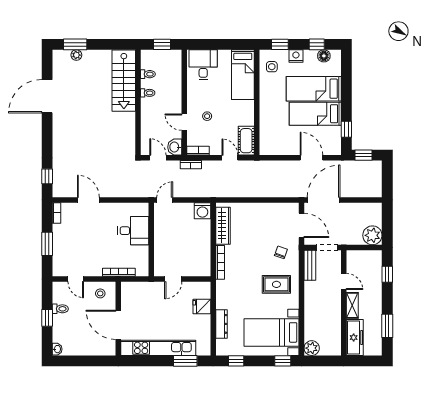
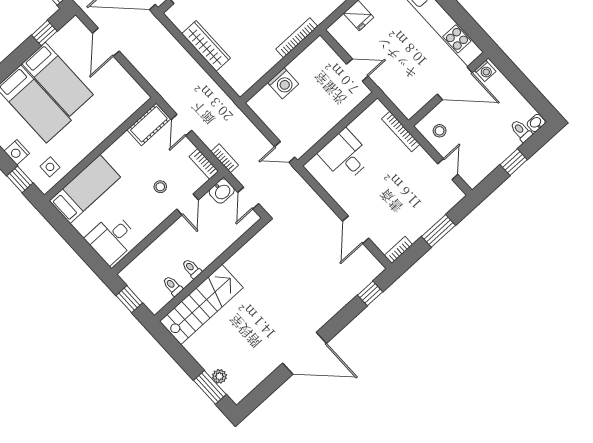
door: (47, 96) -> (305, 353), moved
washing machine: (202, 211) -> (283, 83), moved, turned 90
wardrobe: (223, 226) -> (206, 46), moved, turned 90
toilet: (60, 309) -> (521, 131), moved
door: (118, 325) -> (455, 83), hinge flipped
washing machine: (110, 347) -> (485, 71), added

